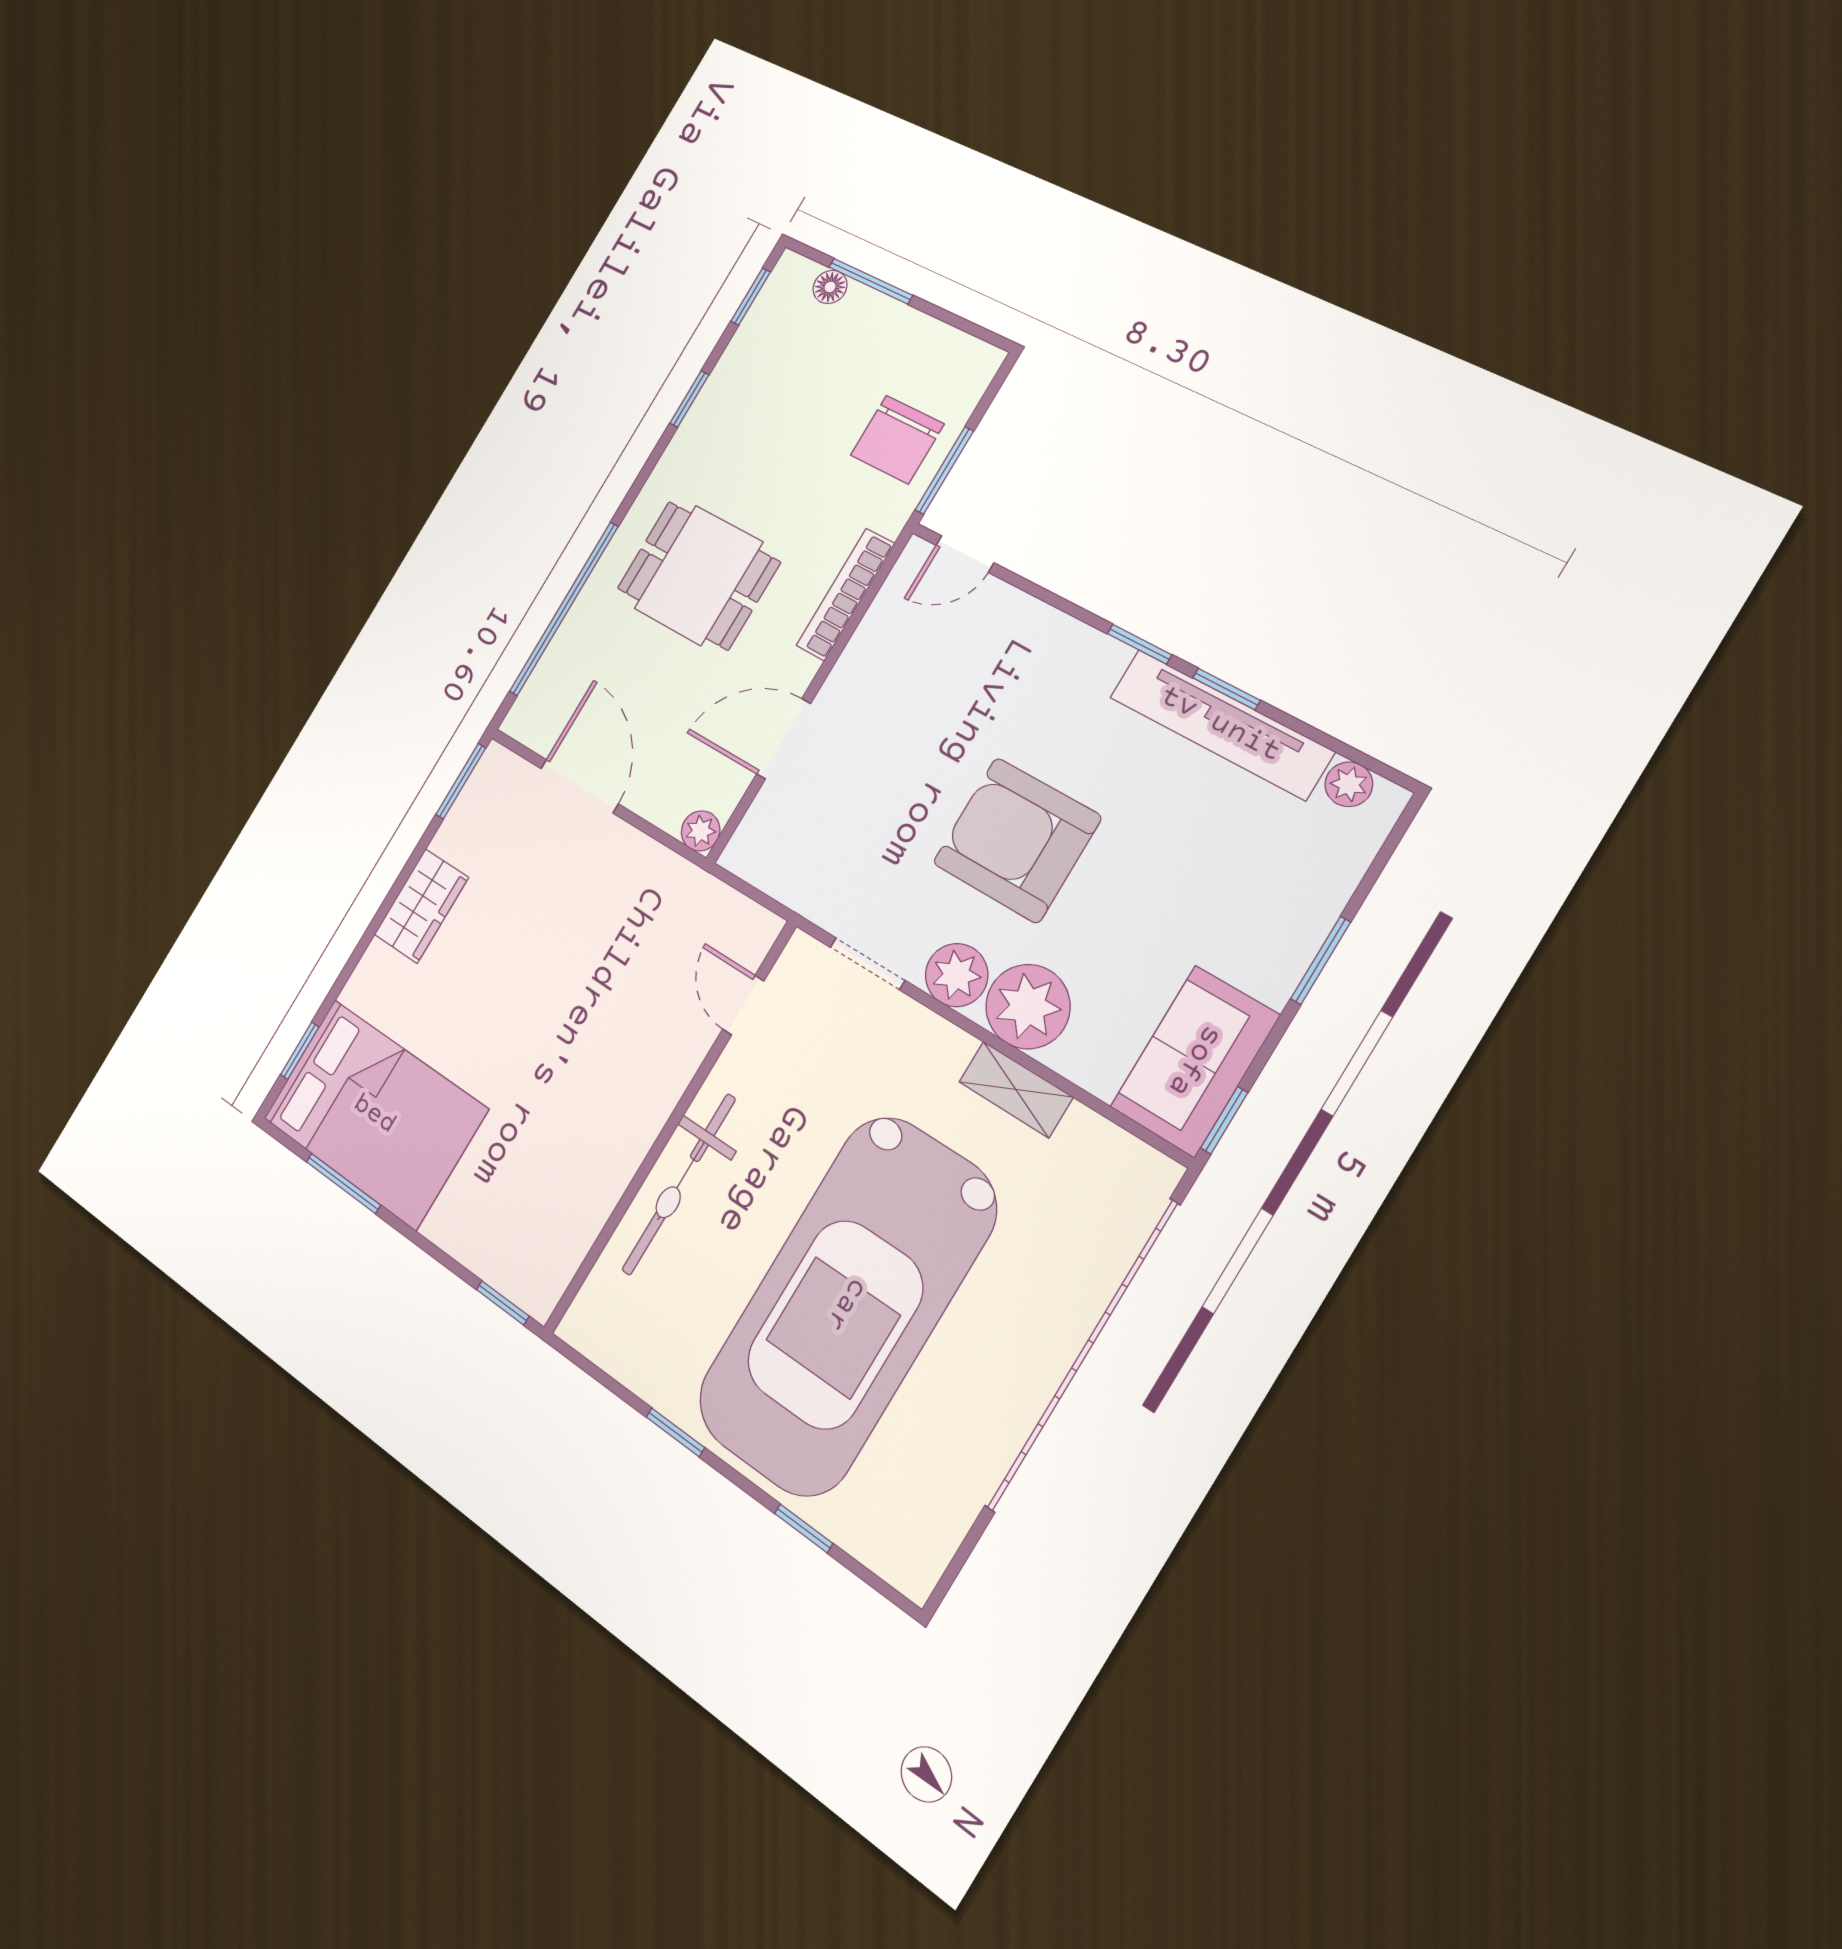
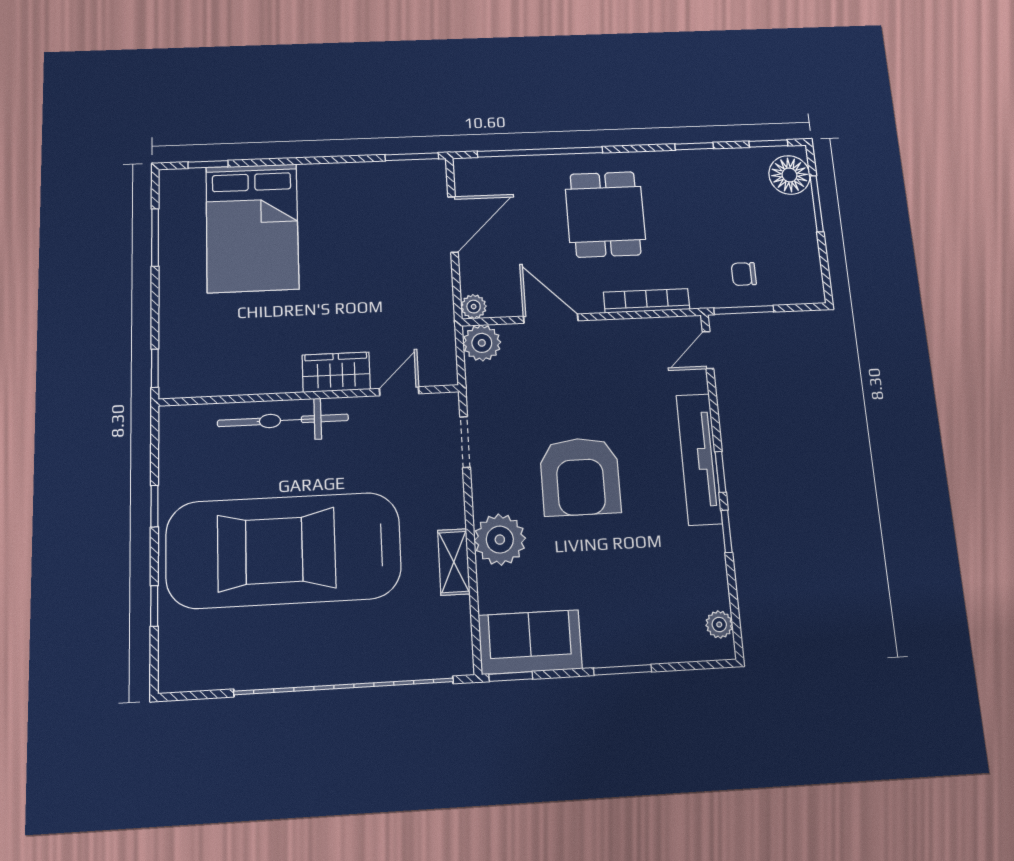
floor lamp: (830, 287) -> (789, 175), width x1.89, depth x1.89
chair: (897, 440) -> (744, 274), width x0.54, depth x0.54
door: (965, 554) -> (708, 350), hinge flipped
tv unit: (1221, 724) -> (699, 459), moved
armchair: (1017, 840) -> (580, 476), turned 180
wardrobe: (421, 906) -> (336, 372), moved, turned 180
plant: (957, 975) -> (482, 343), moved
bed: (375, 1114) -> (252, 228), moved

